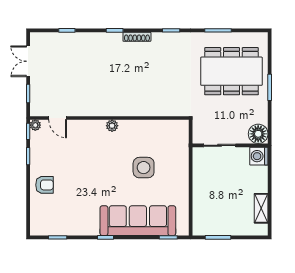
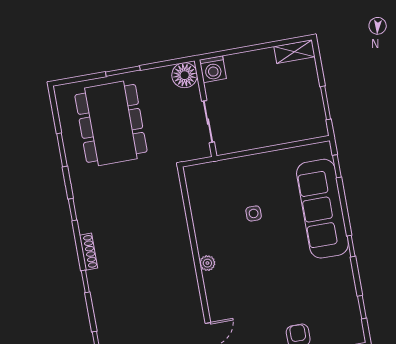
side table: (144, 168) -> (254, 213), width x0.54, depth x0.54
shelving: (261, 208) -> (294, 52), moved

